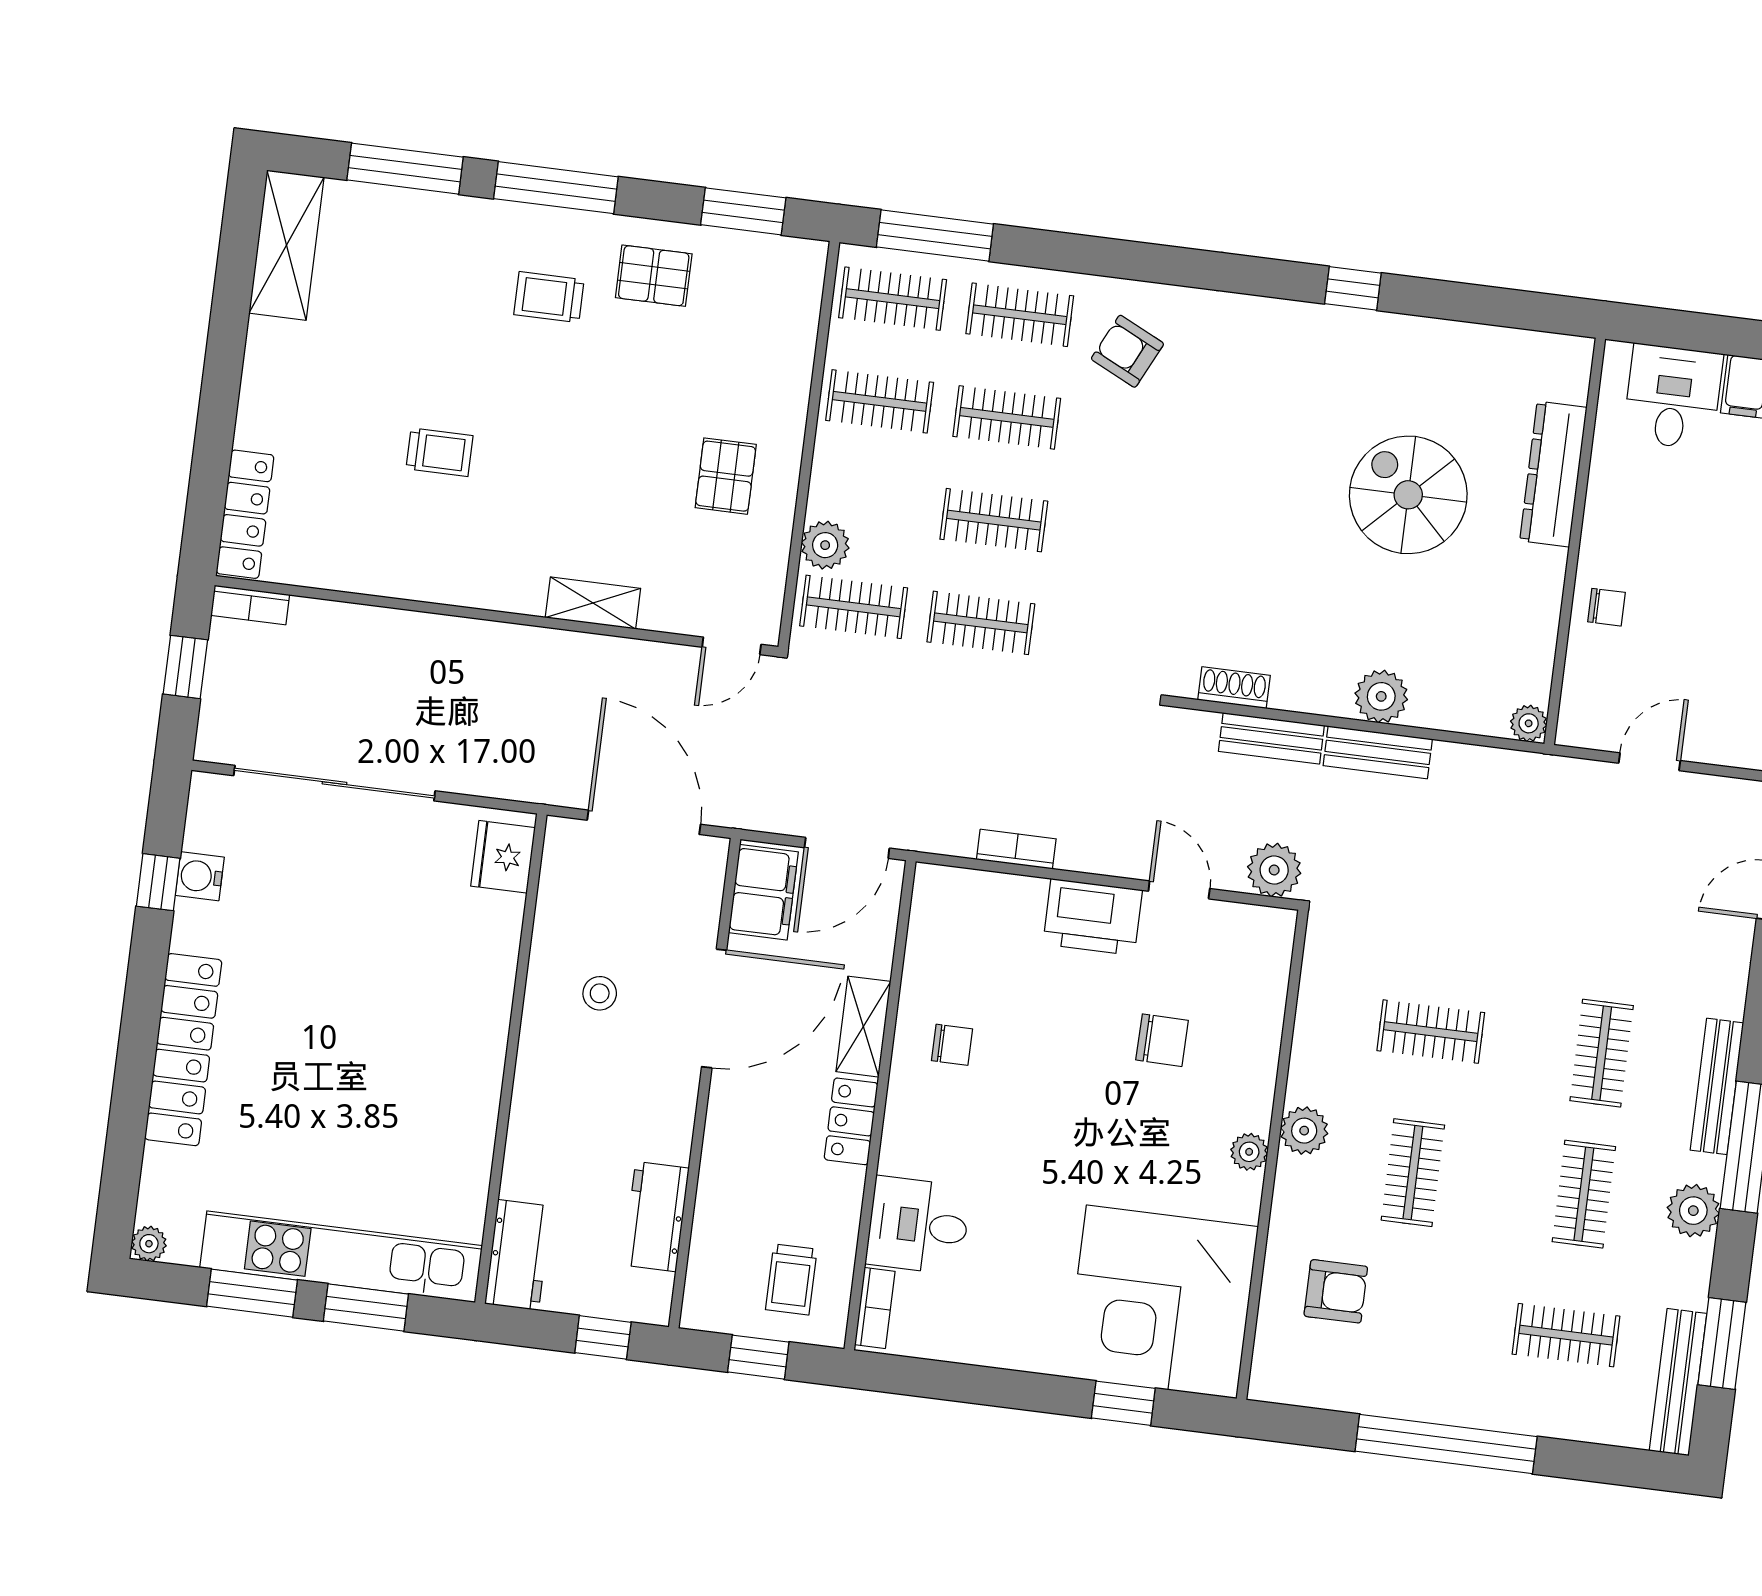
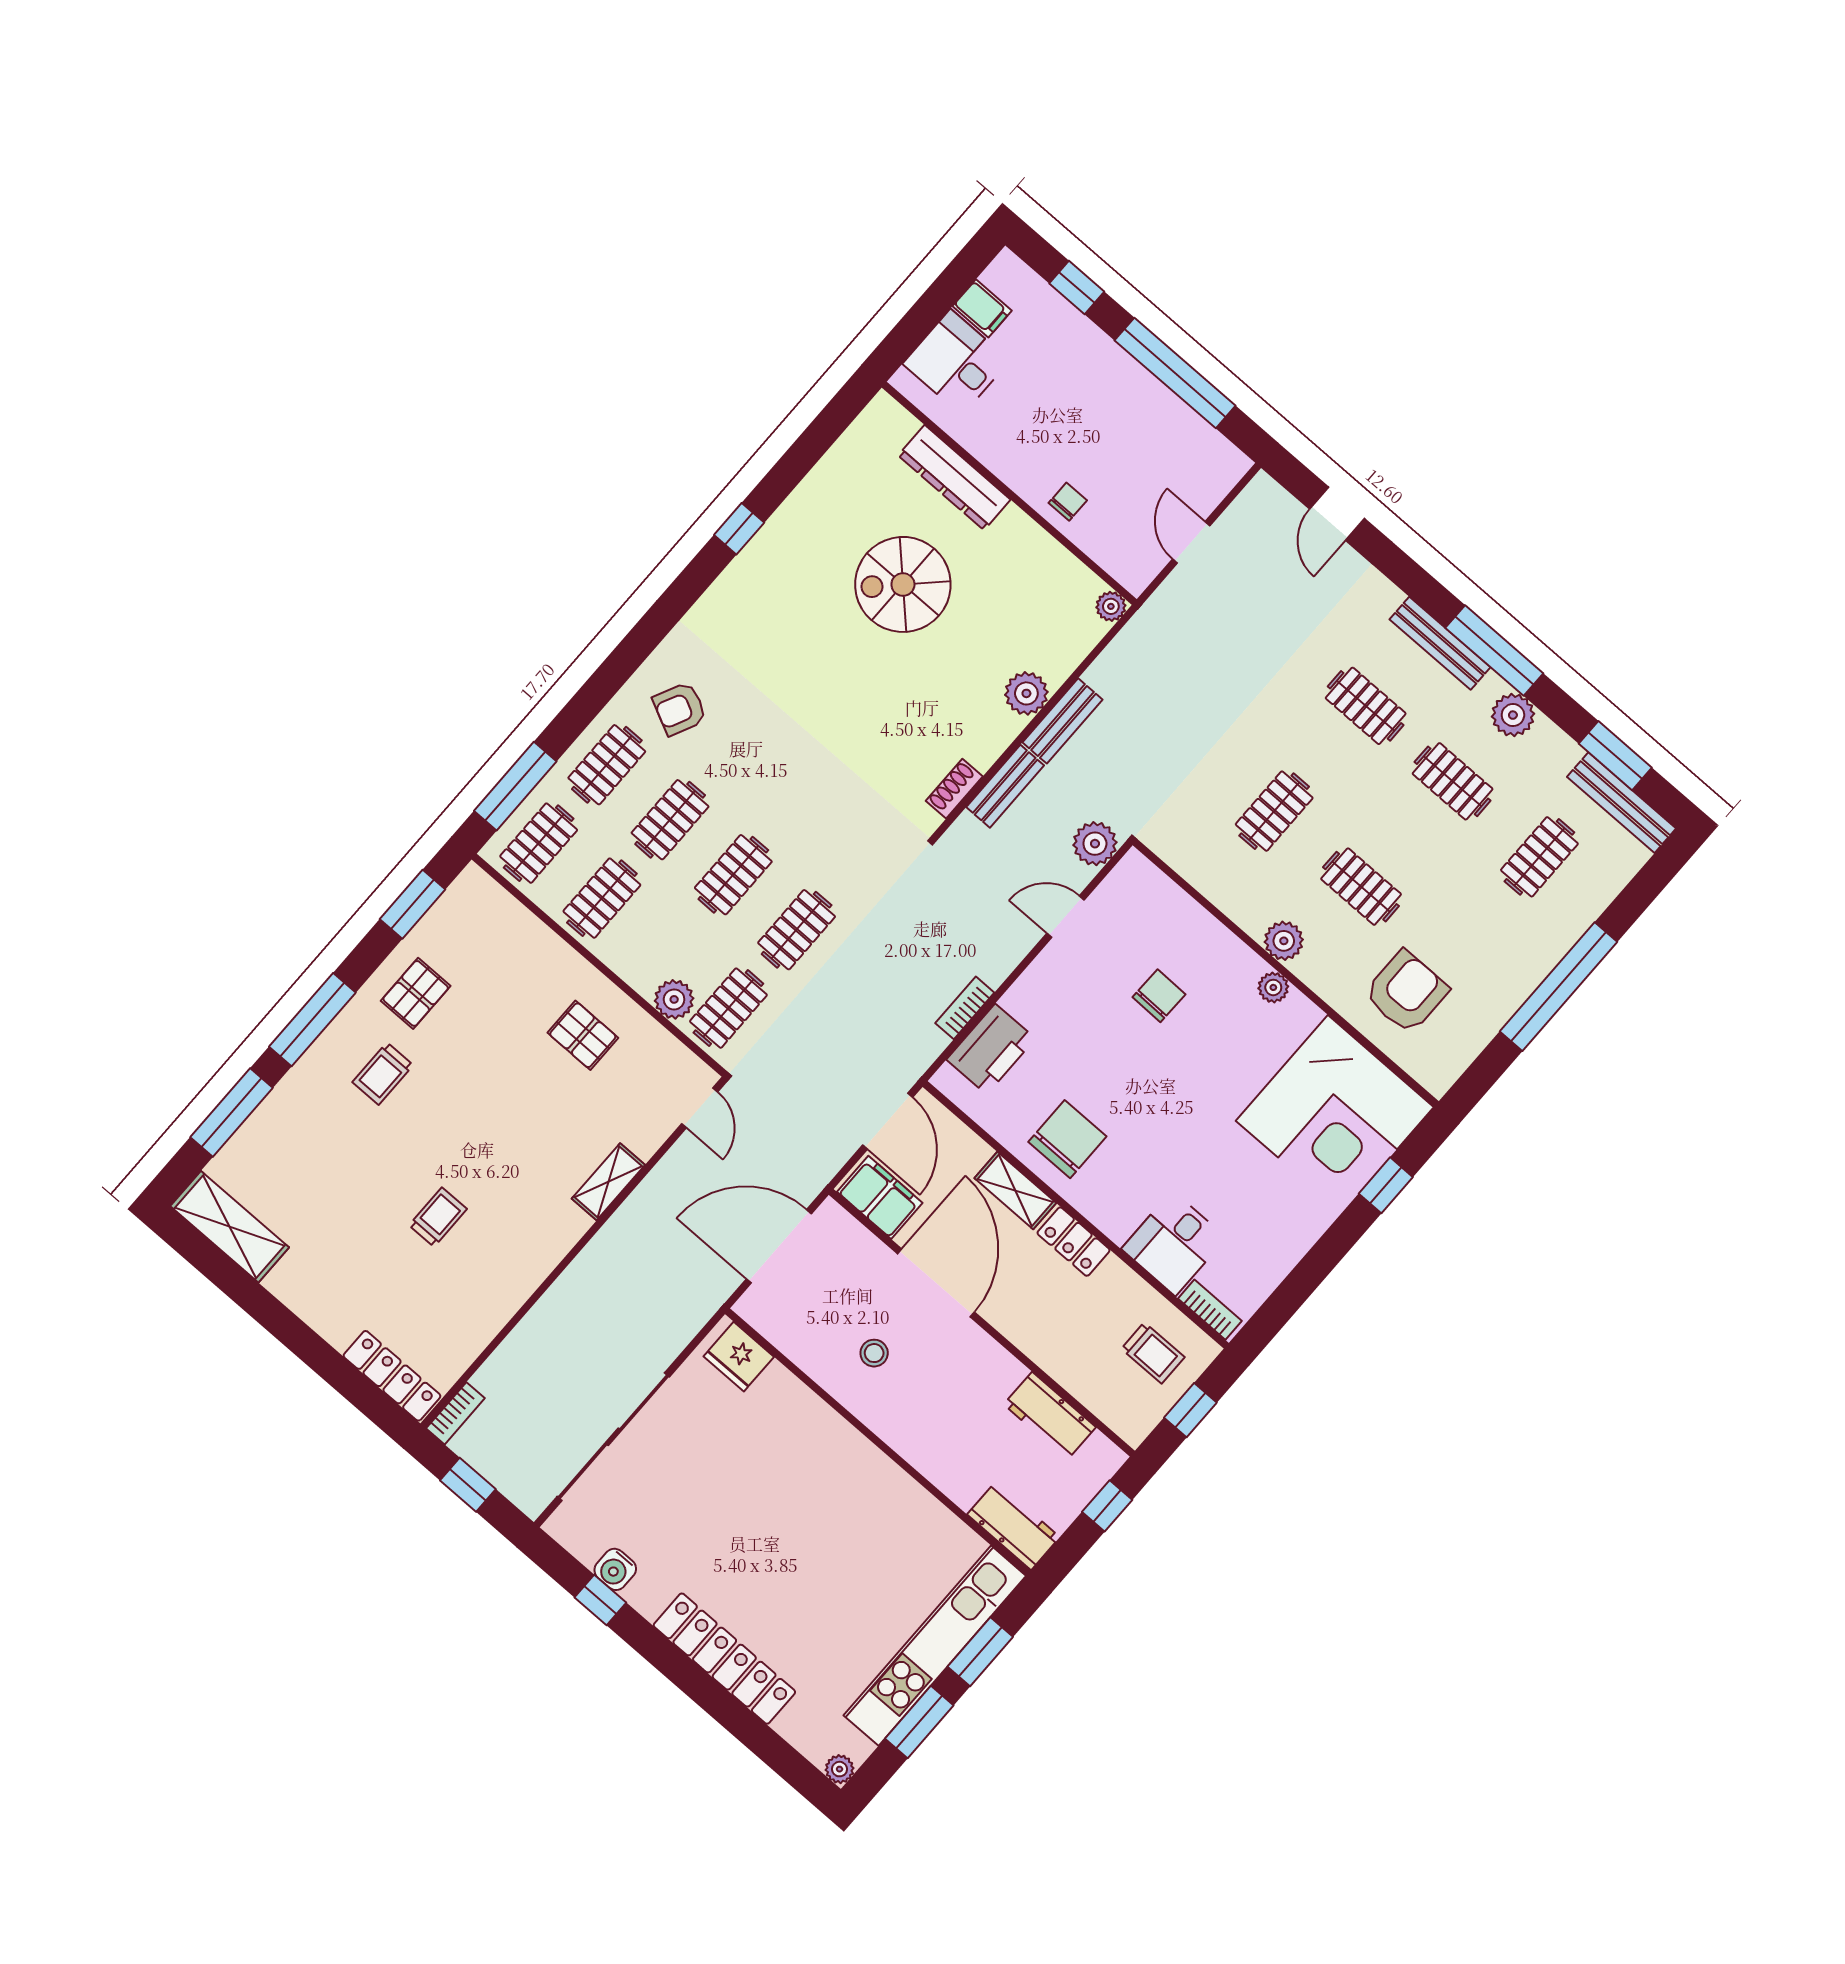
printer: (1093, 917) -> (991, 1049), moved
chair: (952, 1045) -> (1067, 1139), width x1.87, depth x1.87
armchair: (1336, 1291) -> (1406, 992), width x1.38, depth x1.38

